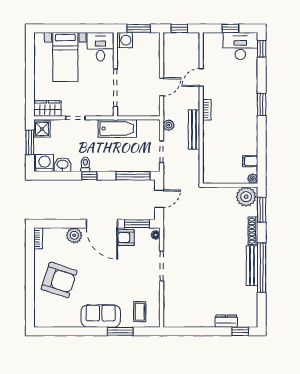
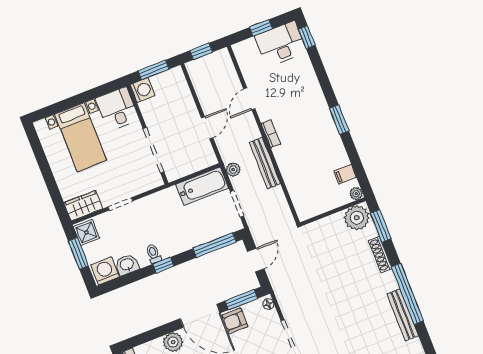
window: (262, 104) -> (339, 120), moved
bathtub: (117, 128) -> (202, 186), moved
bench: (252, 266) -> (403, 315), moved

